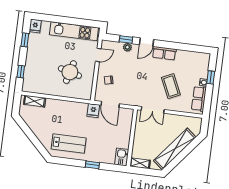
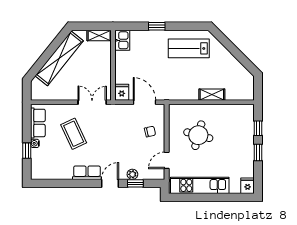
window: (25, 40) -> (258, 153), moved
shelving: (35, 101) -> (212, 95), moved
fridge: (93, 111) -> (122, 92), moved

